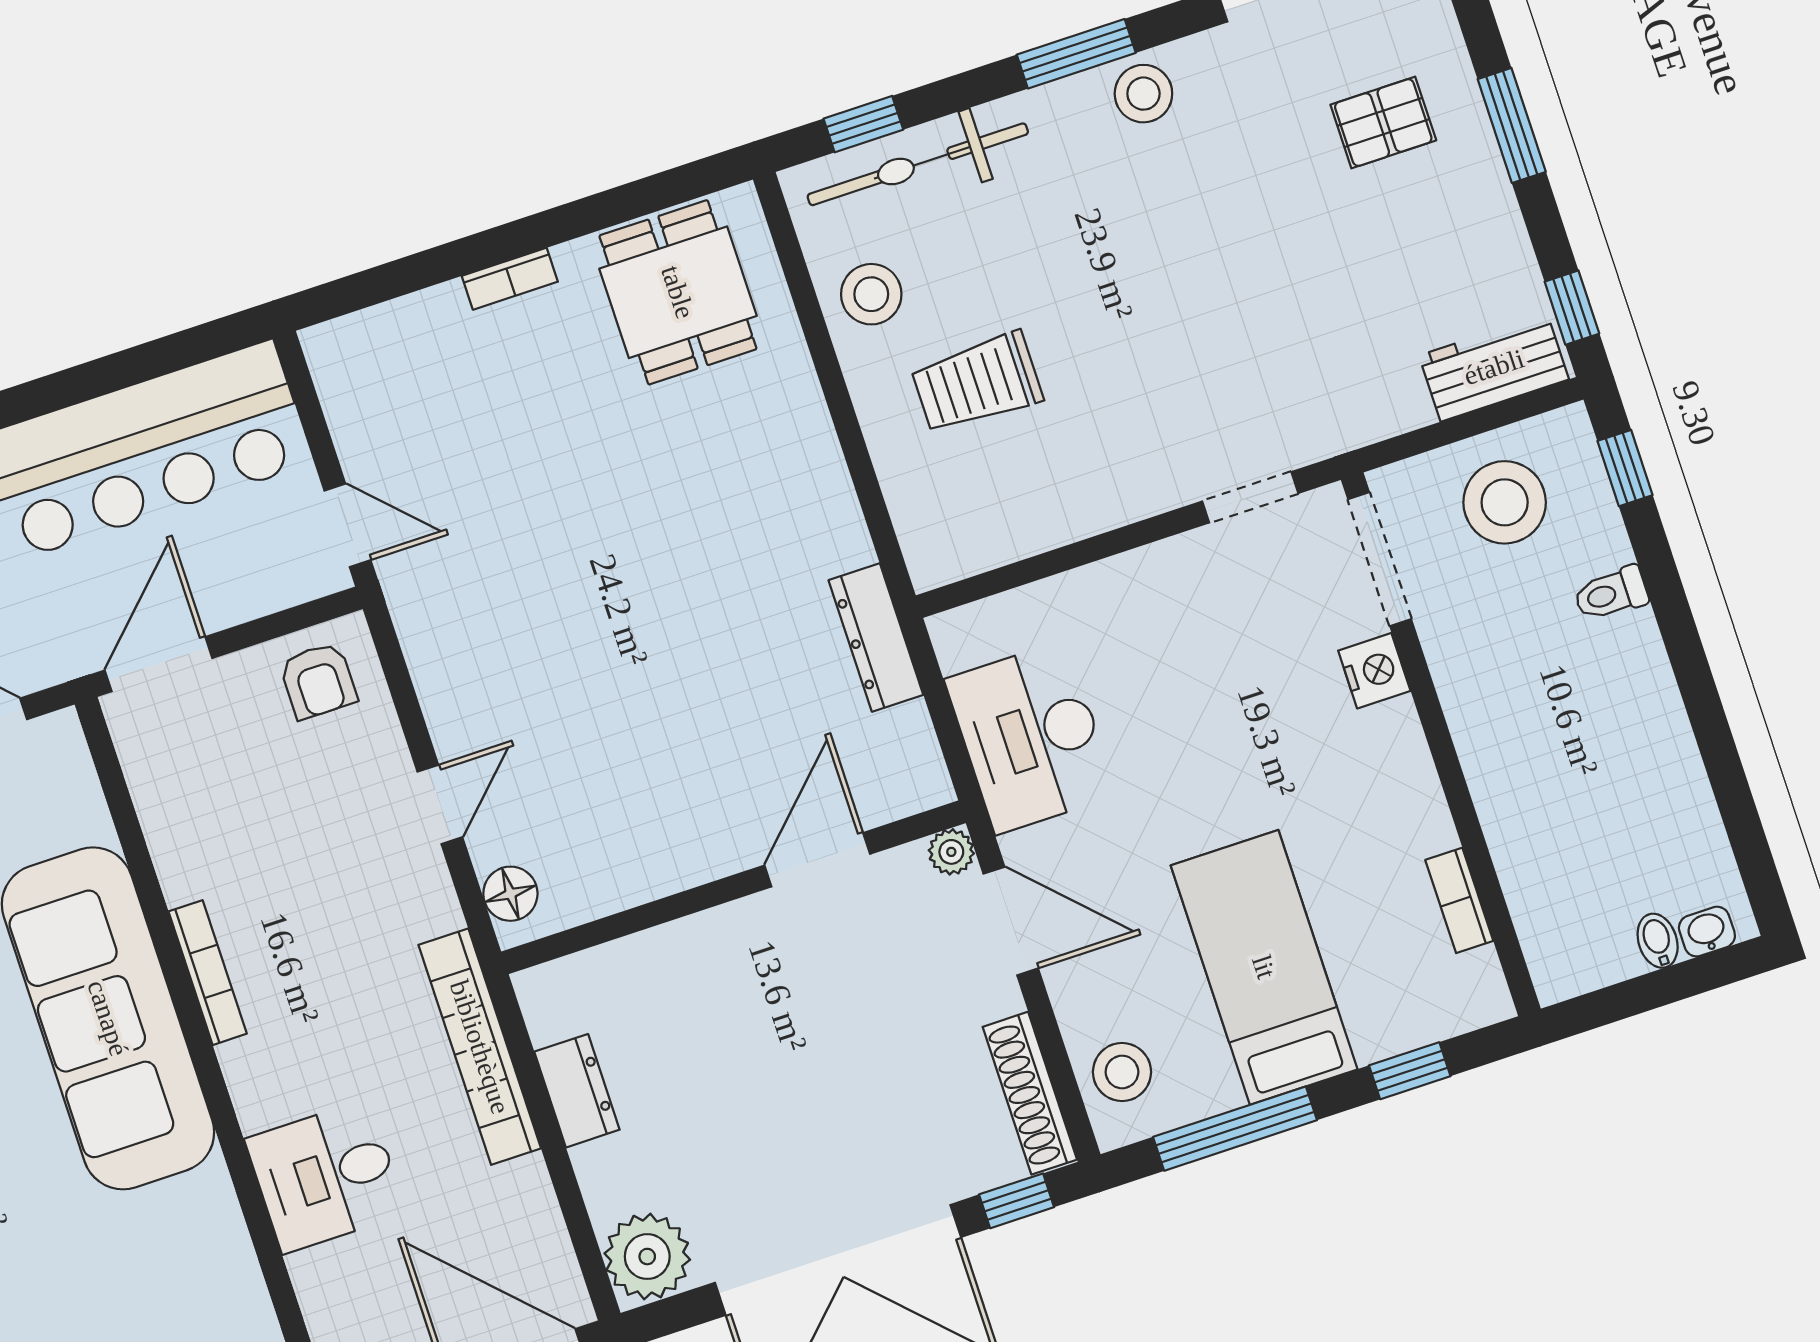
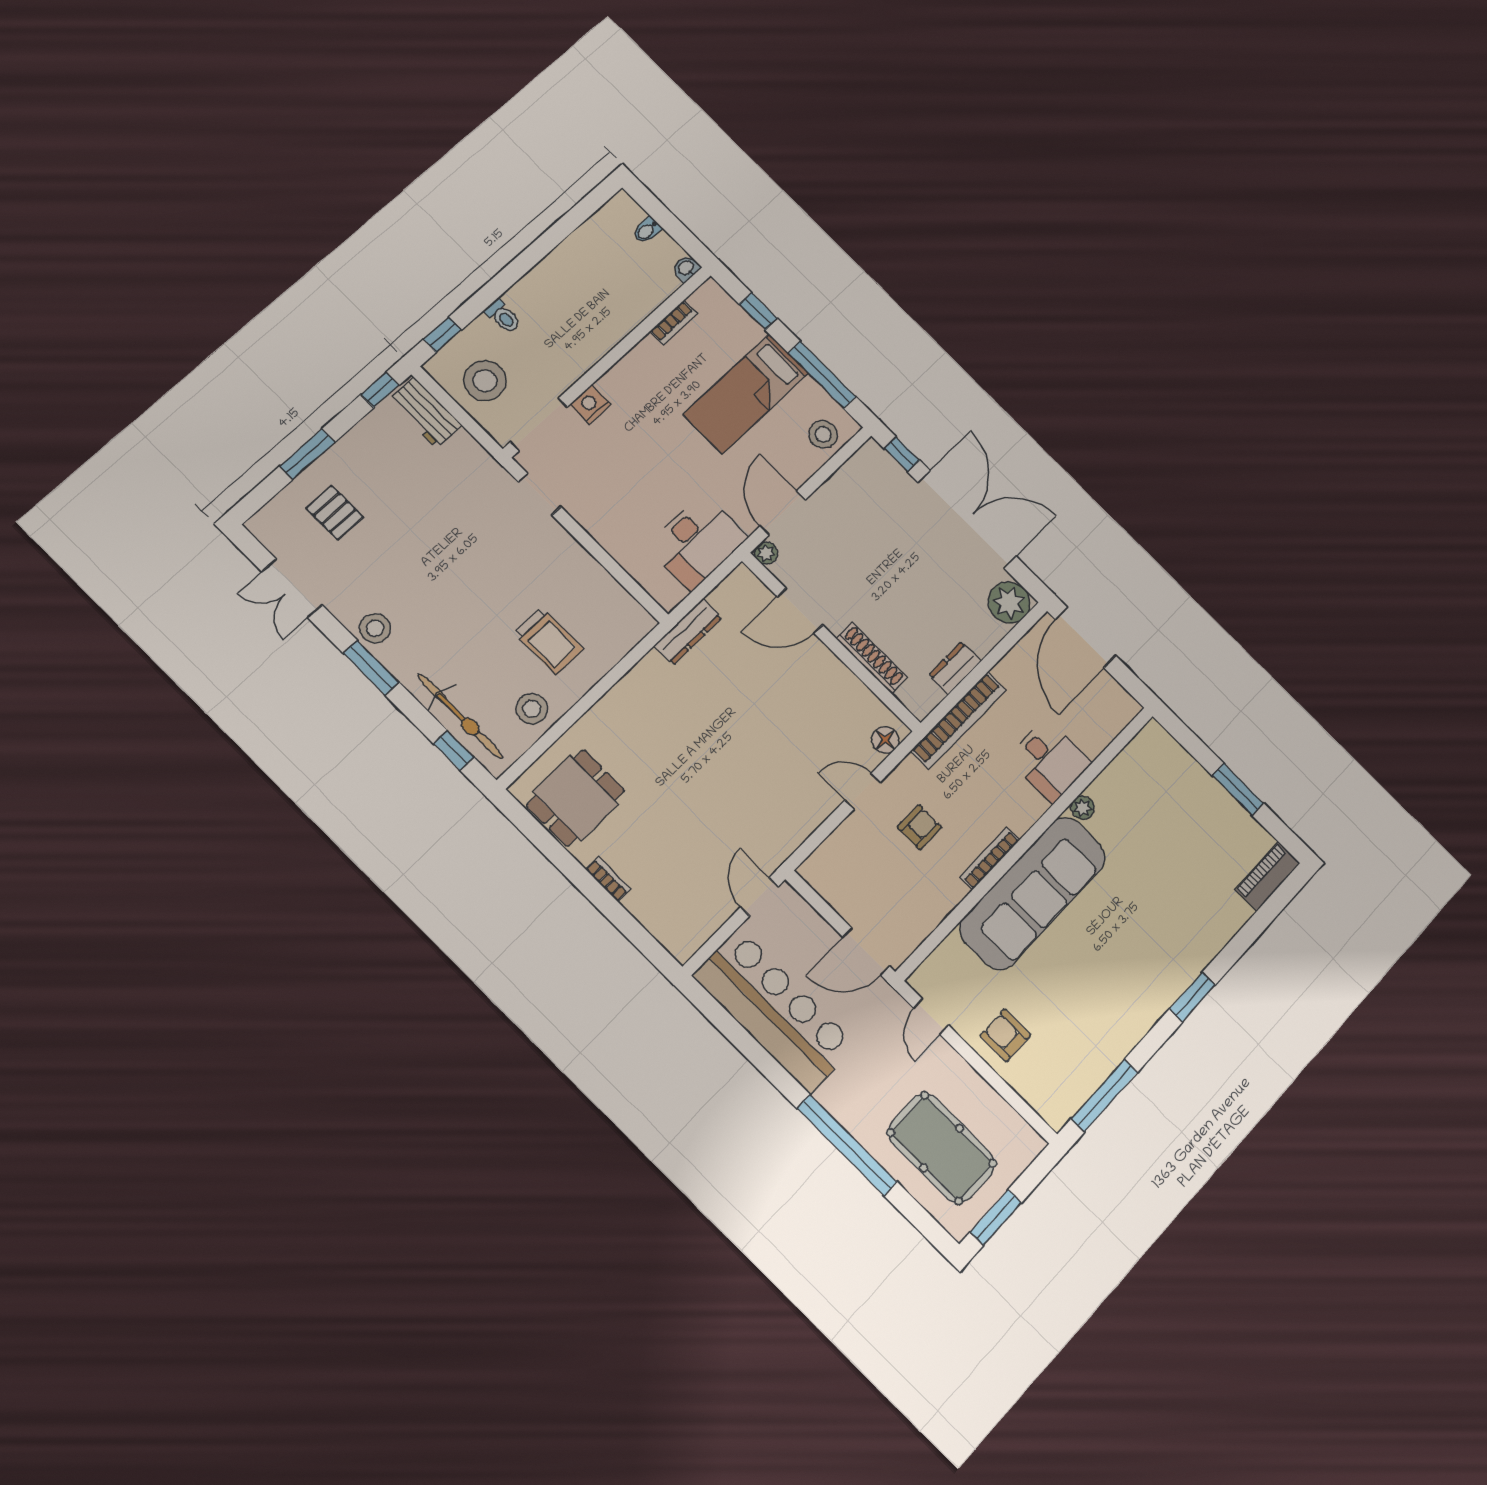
armchair: (318, 681) -> (919, 827), moved
washbasin: (1707, 932) -> (686, 268), moved, turned 90
shoe rack: (1030, 1093) -> (872, 658), moved, turned -90
plant: (211, 1192) -> (1083, 808), added

